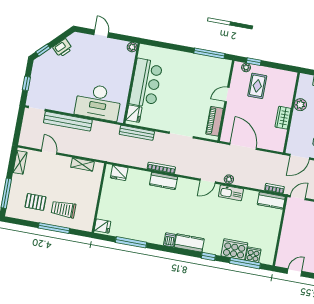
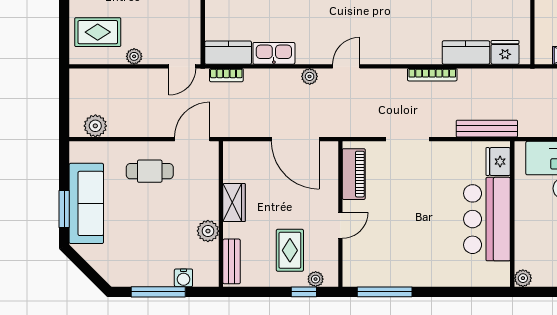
bench: (290, 86) -> (232, 261), added
kitchen counter: (164, 181) -> (466, 53), moved
kitchen sink: (231, 193) -> (274, 53), moved

